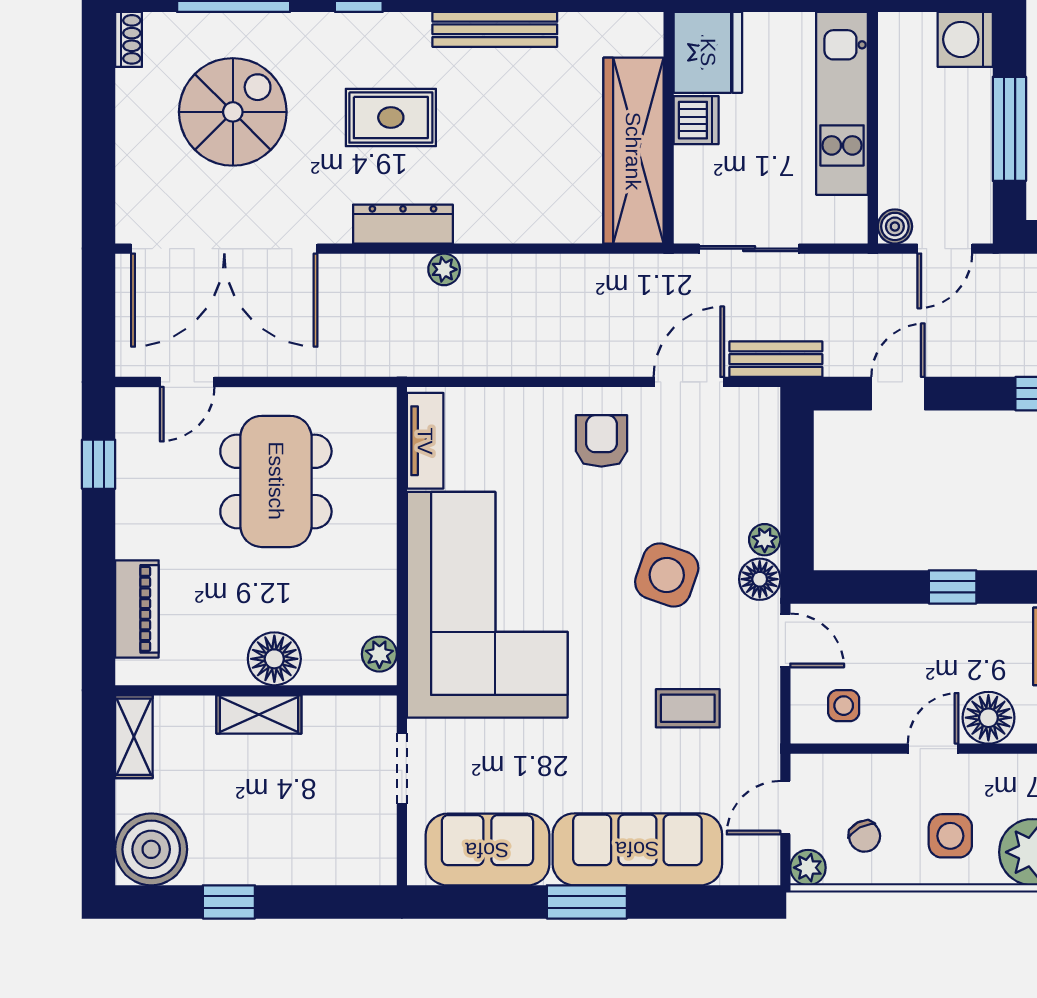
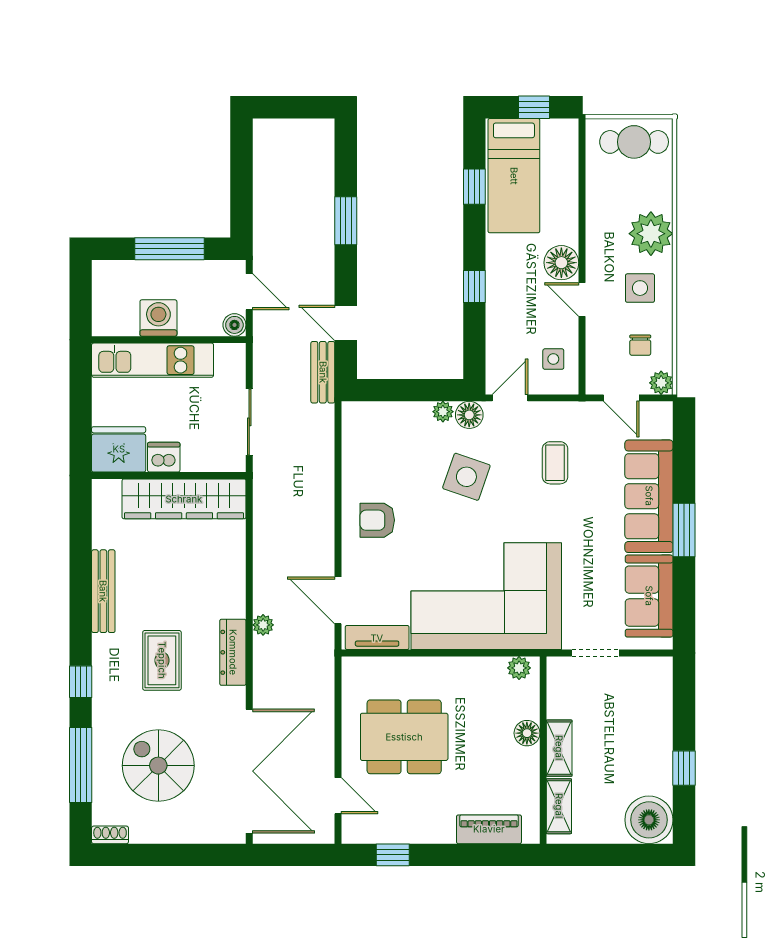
washing machine: (965, 39) -> (158, 318), moved, turned 180
bench: (776, 359) -> (323, 372), moved
door: (689, 382) -> (338, 600), moved
floor lamp: (274, 659) -> (527, 733), width x0.73, depth x0.73
shelving: (134, 737) -> (559, 806), moved, turned 90
chair: (865, 836) -> (640, 345), turned 118

